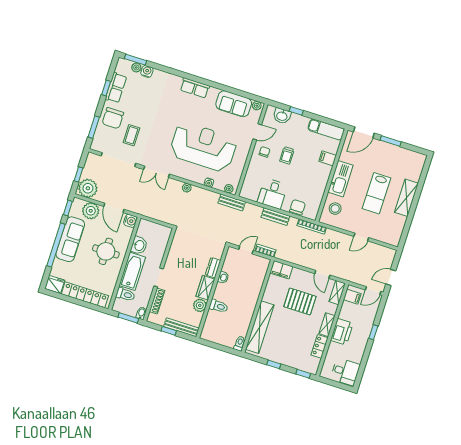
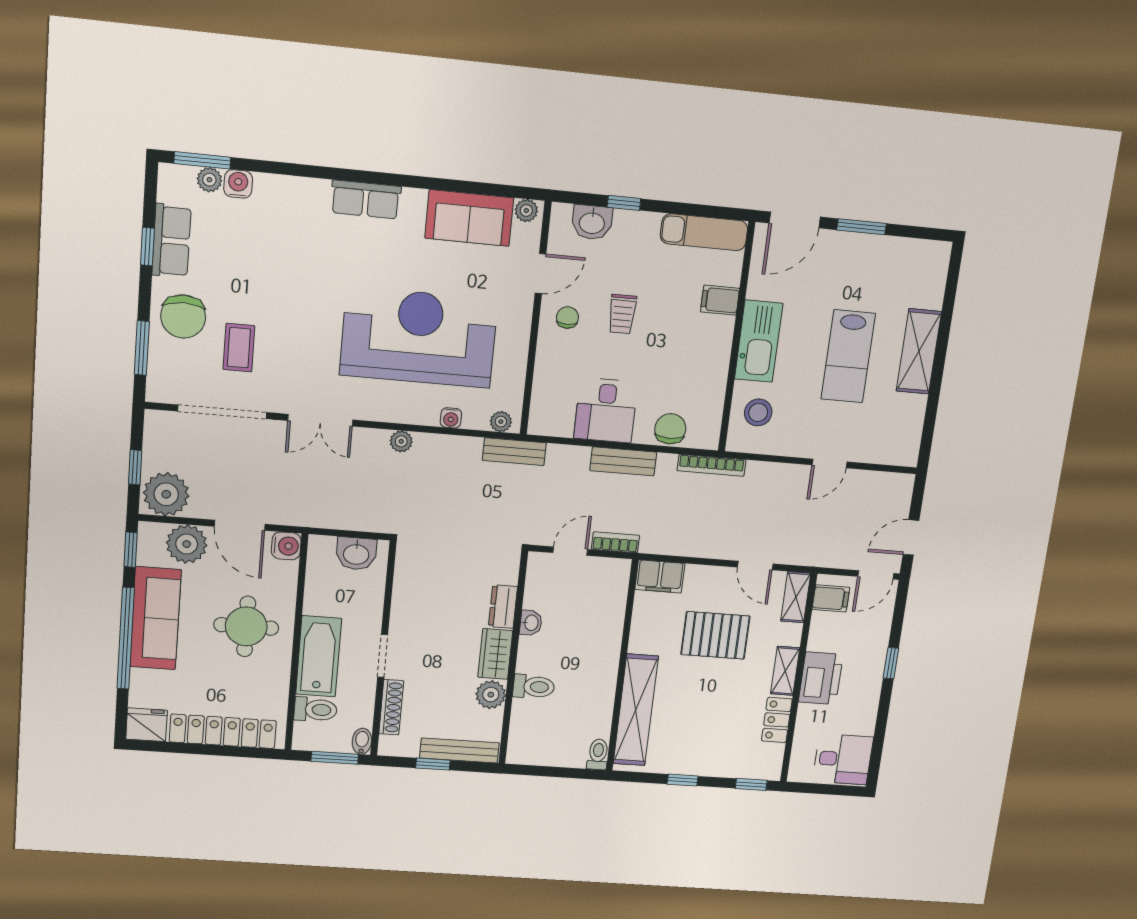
washbasin: (139, 245) -> (356, 554), moved, turned 90

